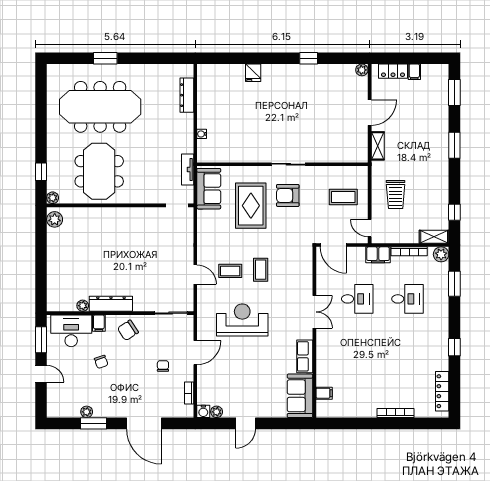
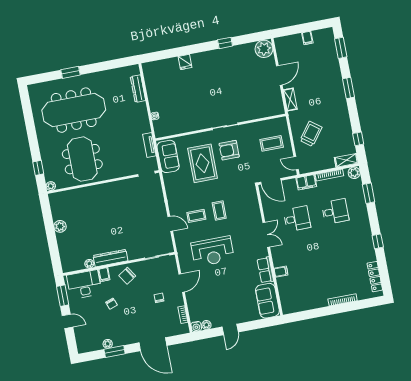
plant: (362, 70) -> (264, 49), width x1.88, depth x1.88
locker: (393, 71) -> (291, 40), removed
trolley: (396, 195) -> (311, 134), turned -143
plant: (55, 219) -> (60, 226), moved
reception desk: (242, 320) -> (213, 251), turned 180
filing cabinet: (324, 393) -> (281, 272), moved

